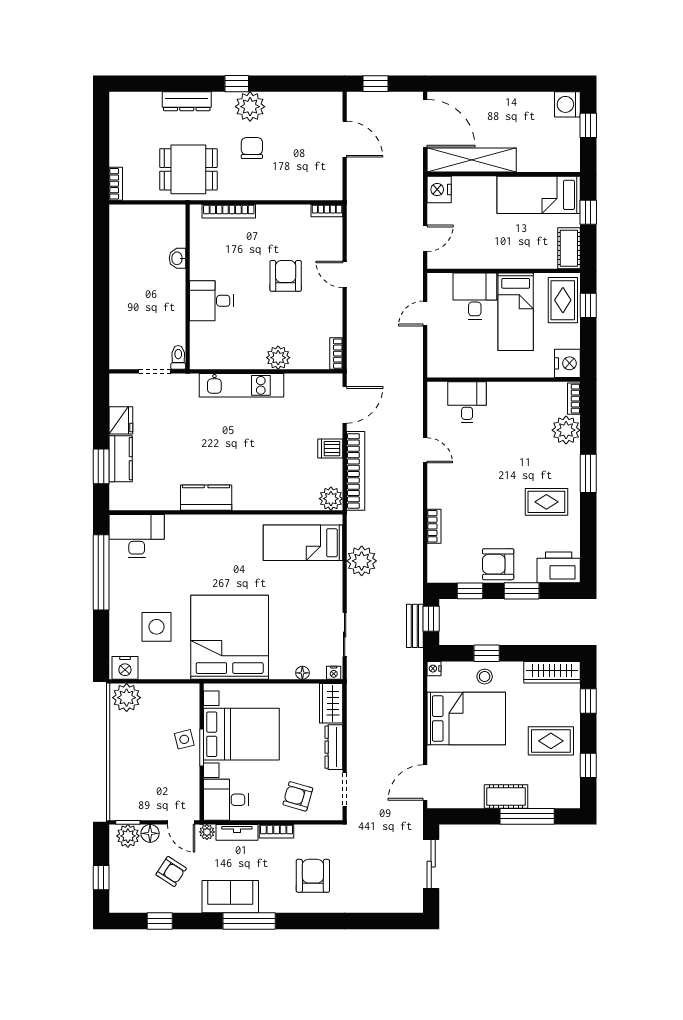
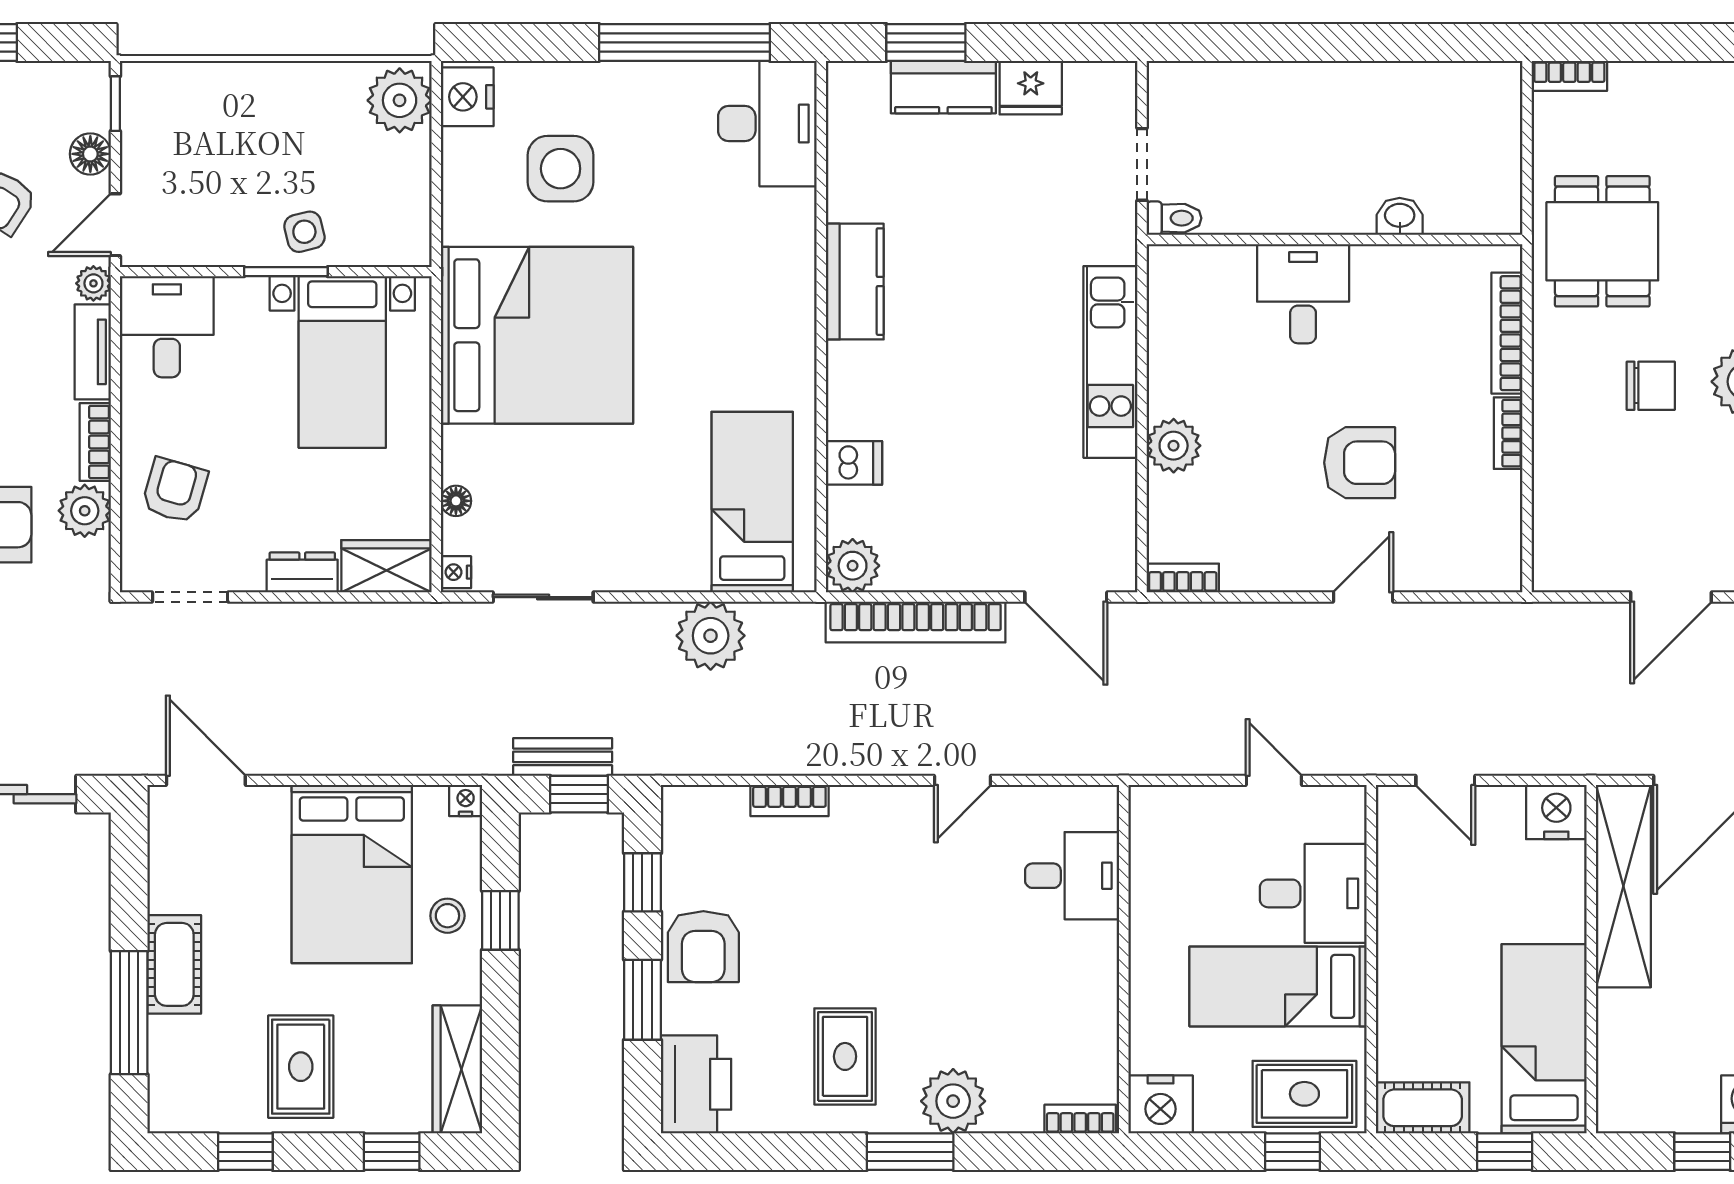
bookcase: (327, 211) -> (1508, 433), moved
plant: (566, 430) -> (953, 1101), moved
dishwasher: (330, 449) -> (854, 463), moved, turned 90
armchair: (498, 564) -> (703, 947), turned 180
bed with nightstands: (241, 734) -> (342, 362), width x0.73
dresser: (334, 747) -> (302, 572), width x0.70
plant: (128, 836) -> (85, 511), moved

